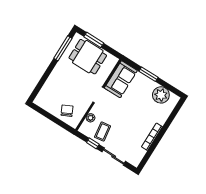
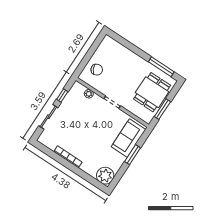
window: (94, 40) -> (162, 109), moved
sofa: (121, 79) -> (128, 138), moved, turned 90
plant: (161, 95) -> (105, 176), moved
coffee table: (103, 132) -> (74, 106), removed

